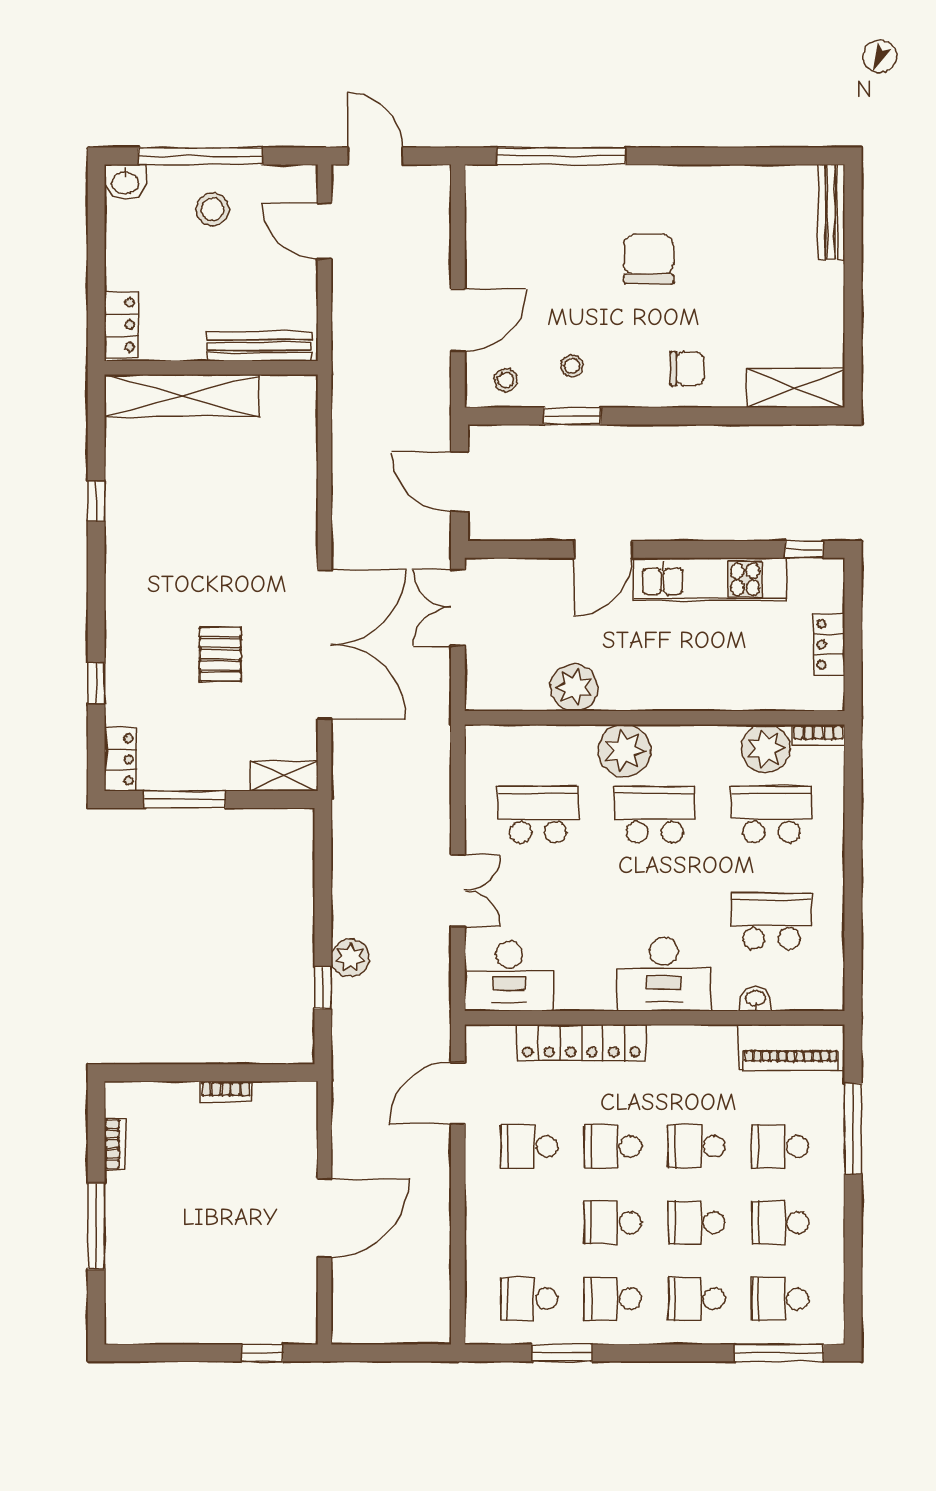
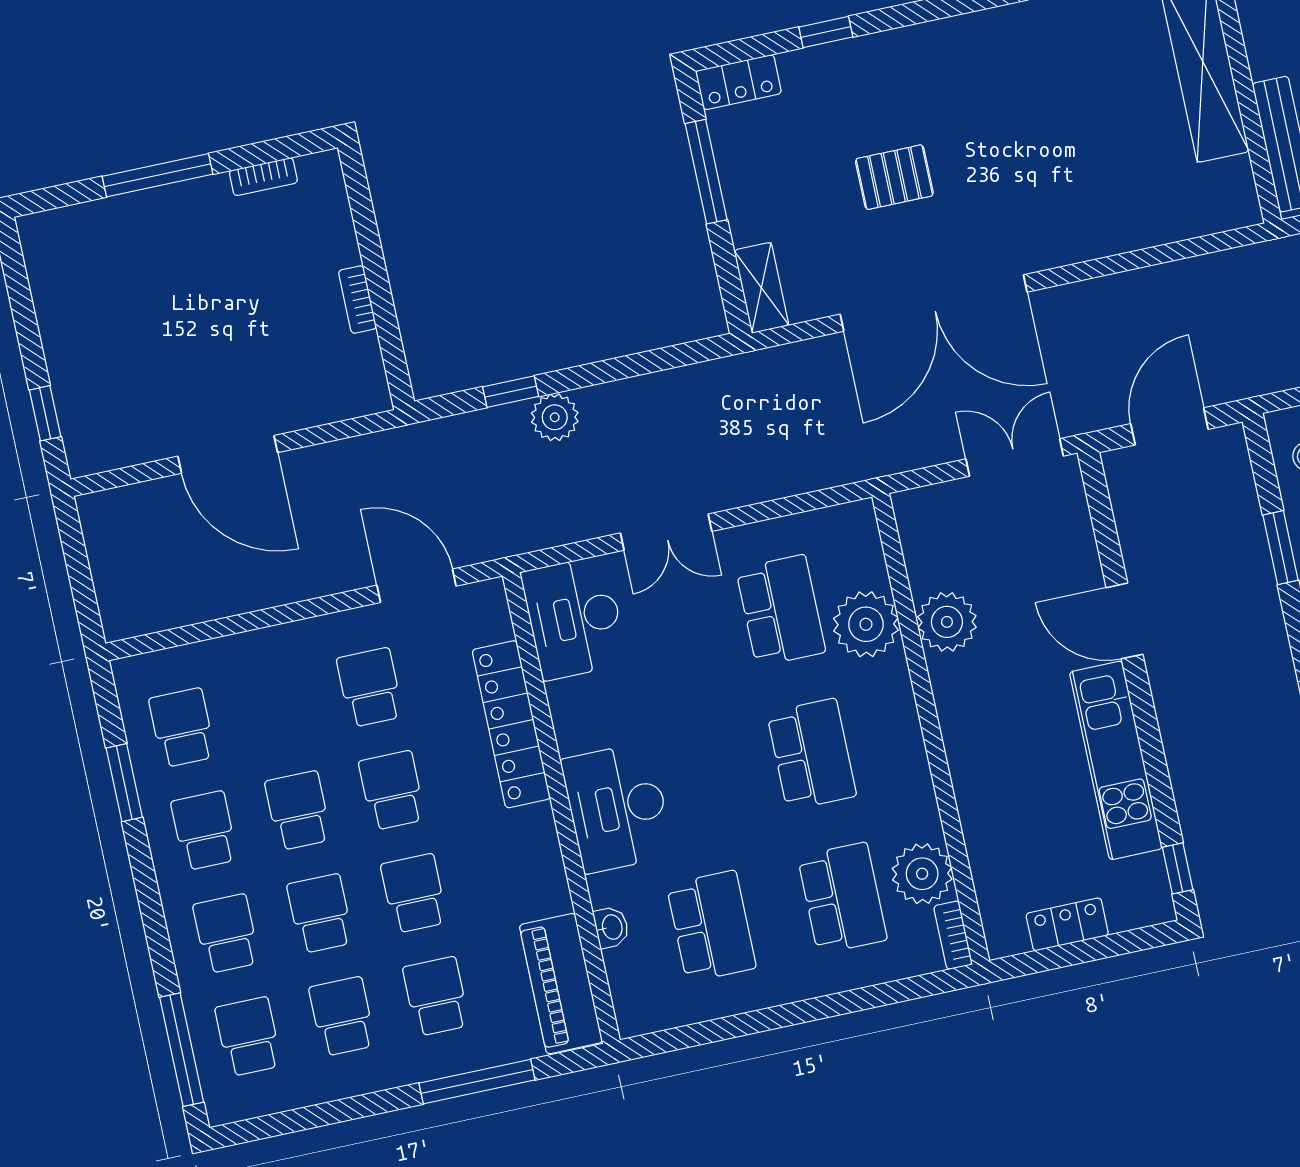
plant: (624, 751) -> (866, 624), moved

